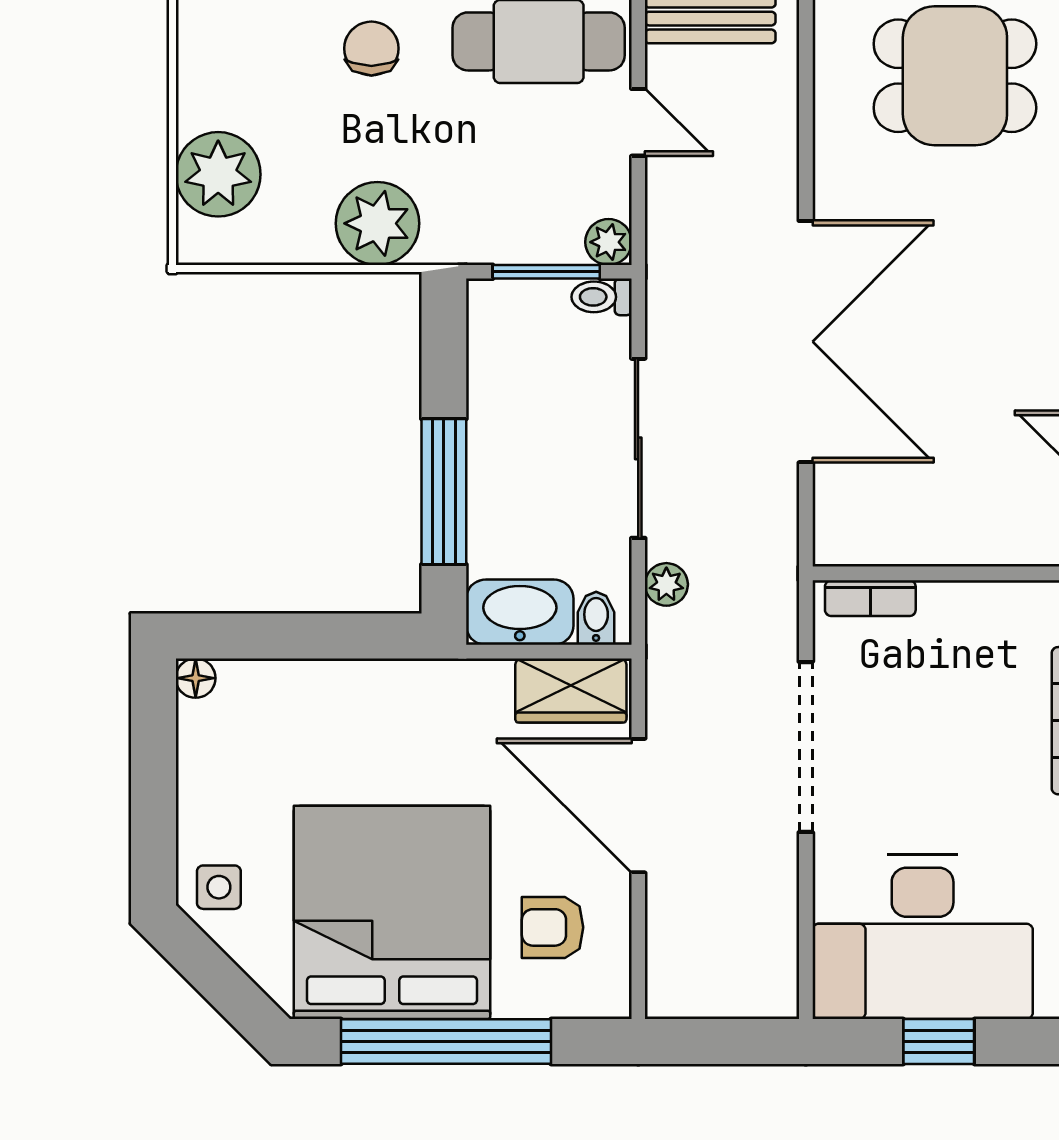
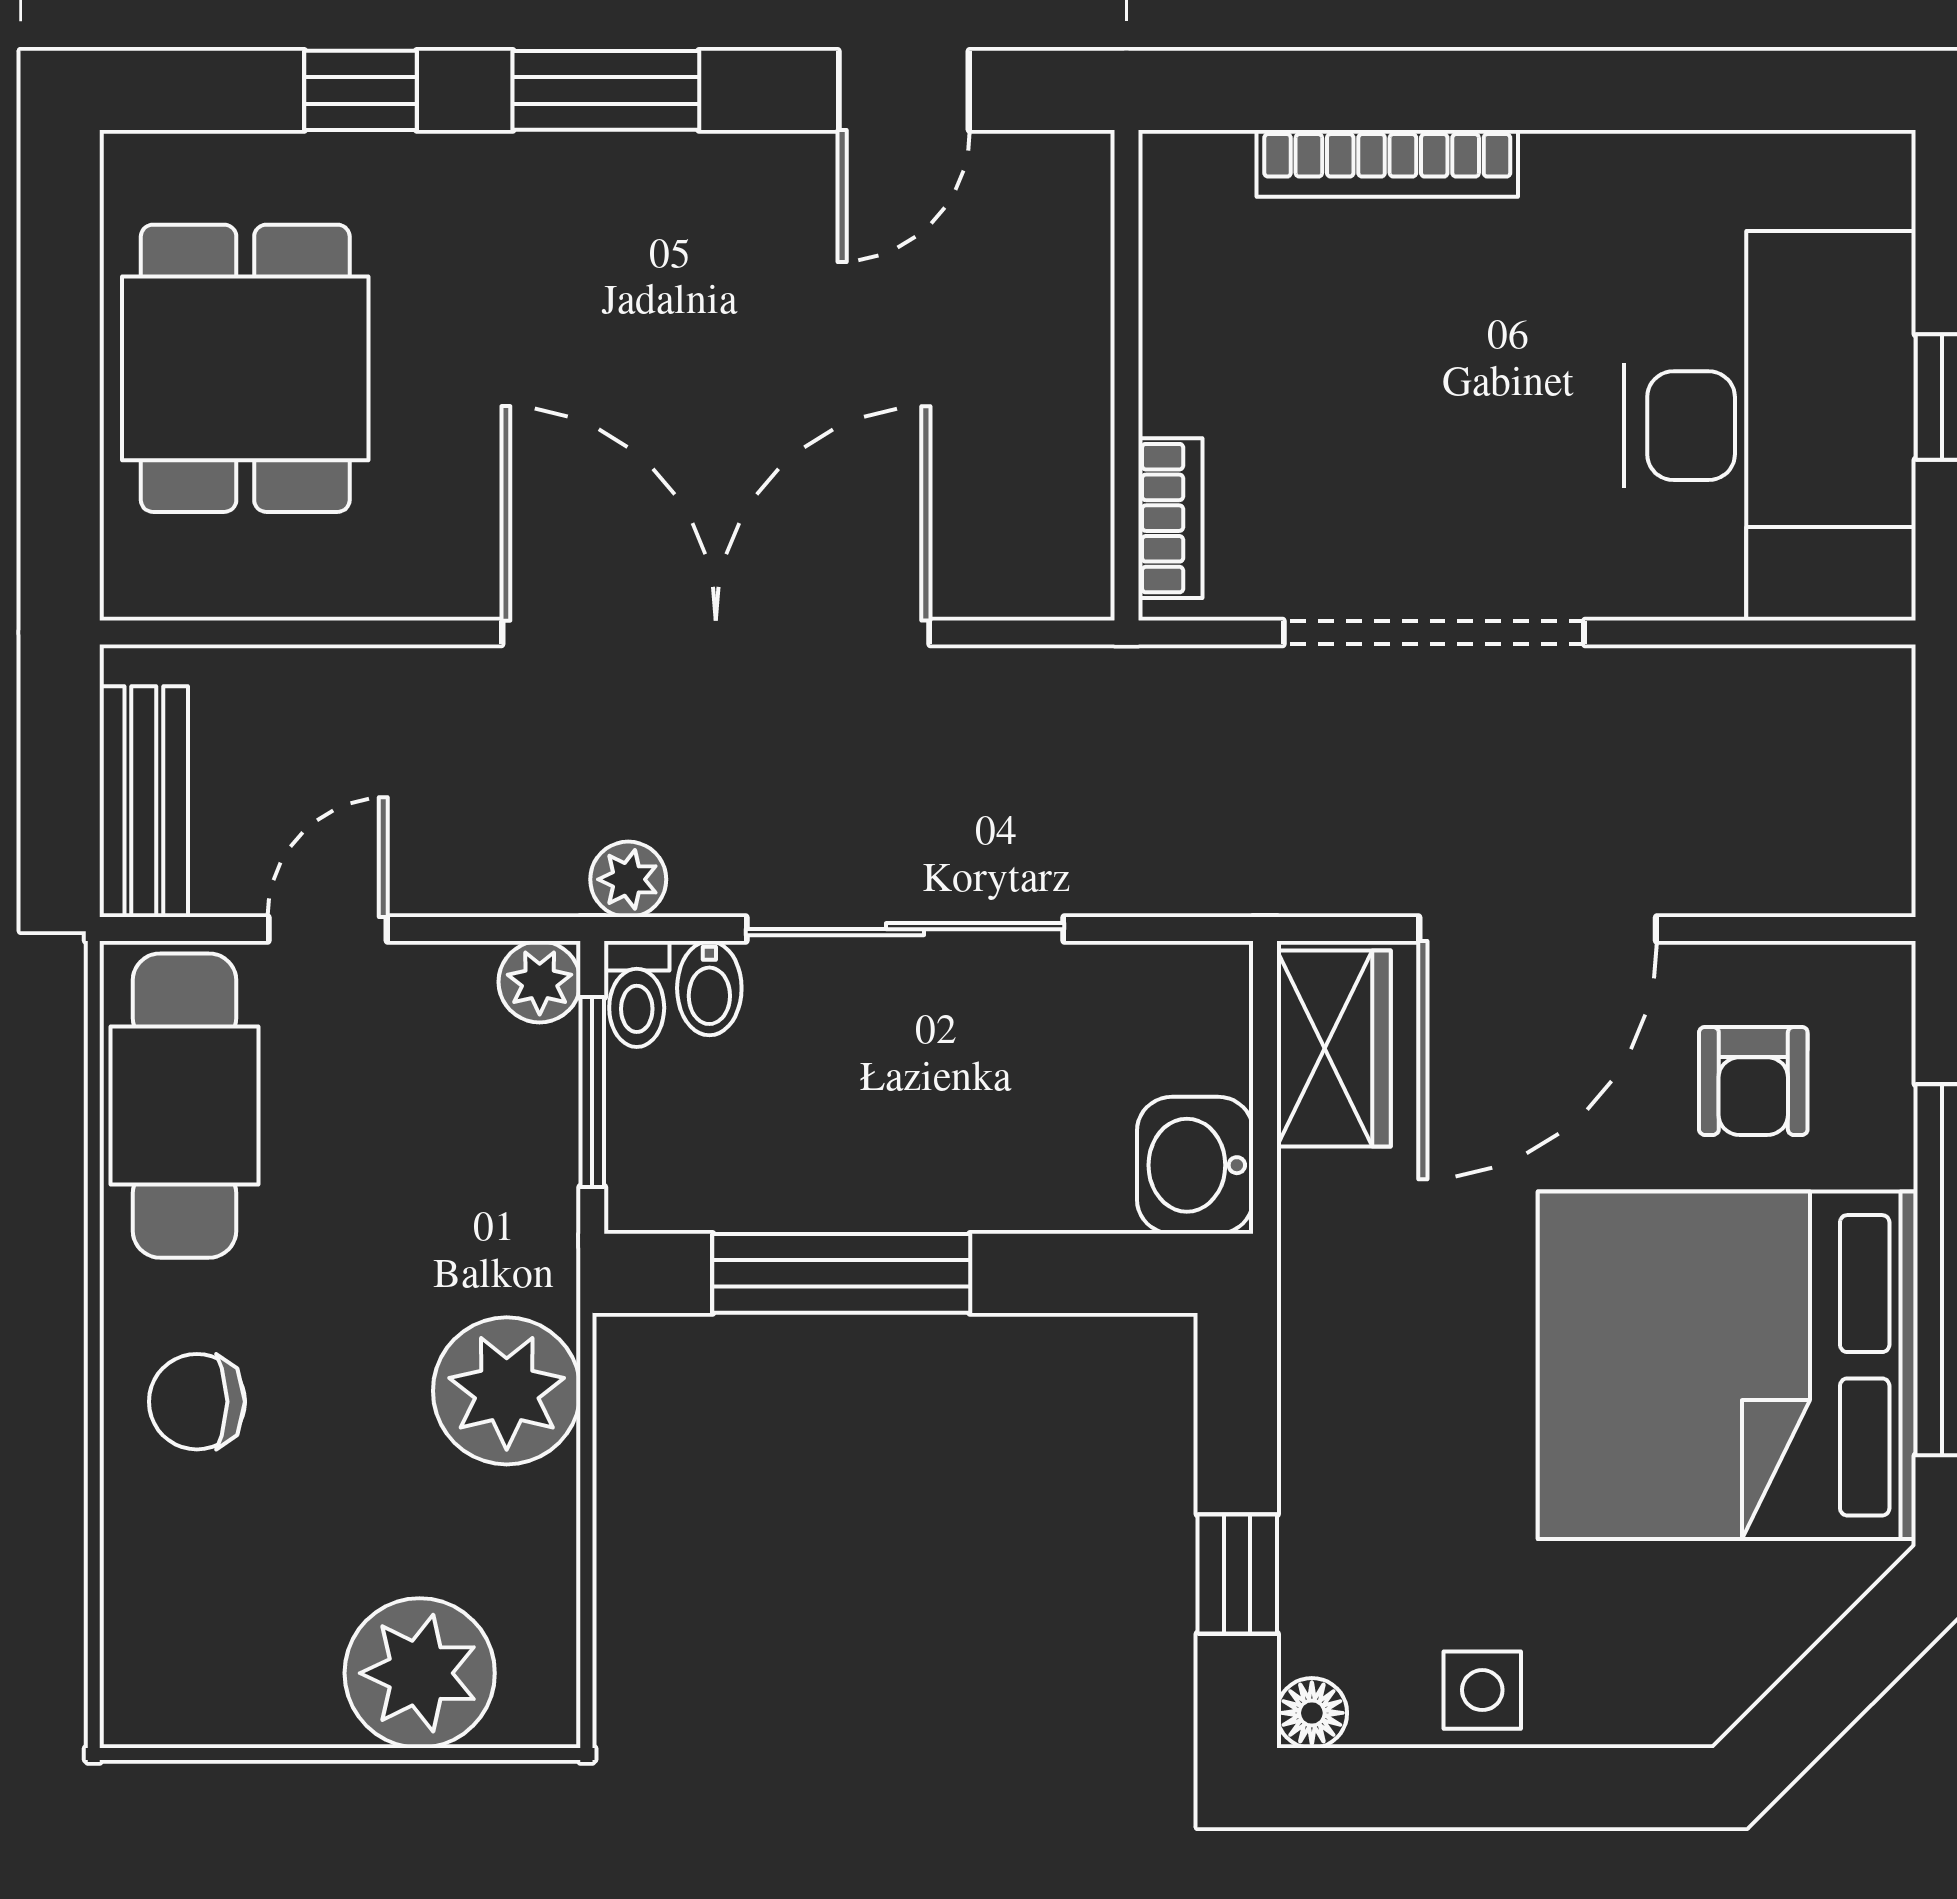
window: (444, 492) -> (841, 1273), moved
plant: (666, 584) -> (628, 879), moved
washbasin: (520, 612) -> (1195, 1165), width x0.72
bidet: (596, 618) -> (709, 988), moved, turned -90
window: (274, 636) -> (1237, 1574), added
side table: (219, 887) -> (1482, 1690), moved

